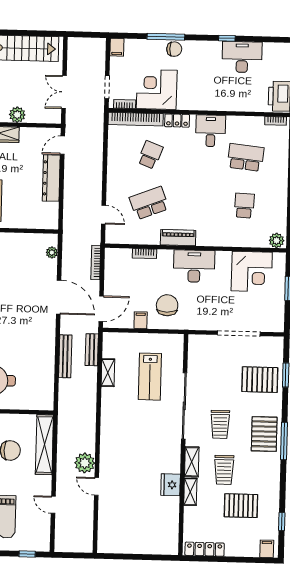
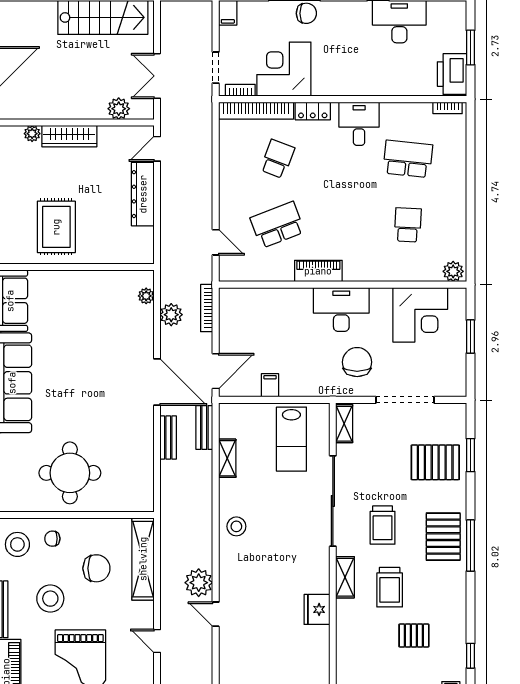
plant: (17, 115) -> (119, 109), moved
bookcase: (145, 254) -> (273, 294), removed
plant: (70, 267) -> (171, 315), added
door: (59, 297) -> (157, 382), moved
chair: (167, 305) -> (357, 362), moved
bench: (65, 356) -> (168, 437), width x0.73
lab bench: (150, 377) -> (291, 439), moved
stool: (113, 423) -> (236, 526), added
shelving: (190, 492) -> (344, 424), moved
pallet: (241, 506) -> (414, 636), width x0.67, depth x0.71

